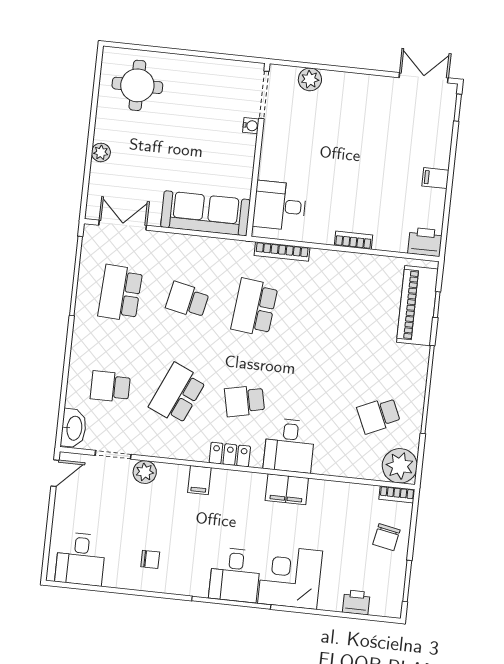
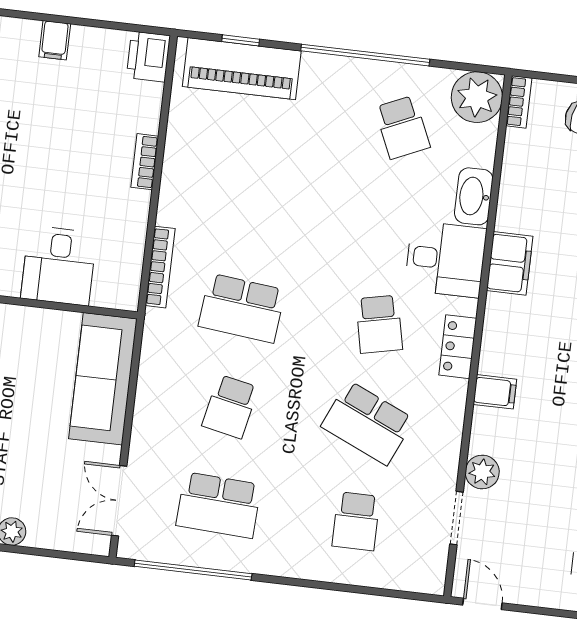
desk: (280, 206) -> (59, 266), moved
washbasin: (74, 428) -> (474, 196), moved, turned -90

